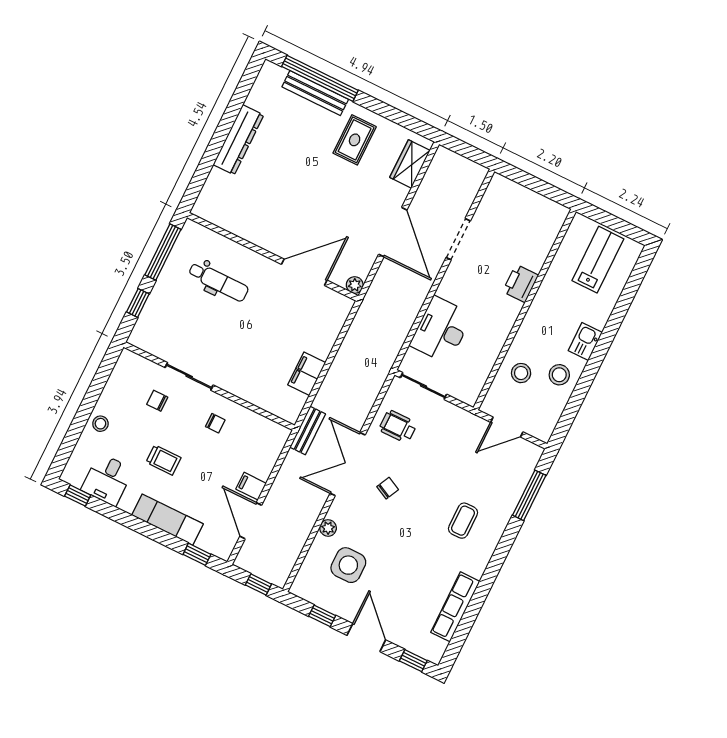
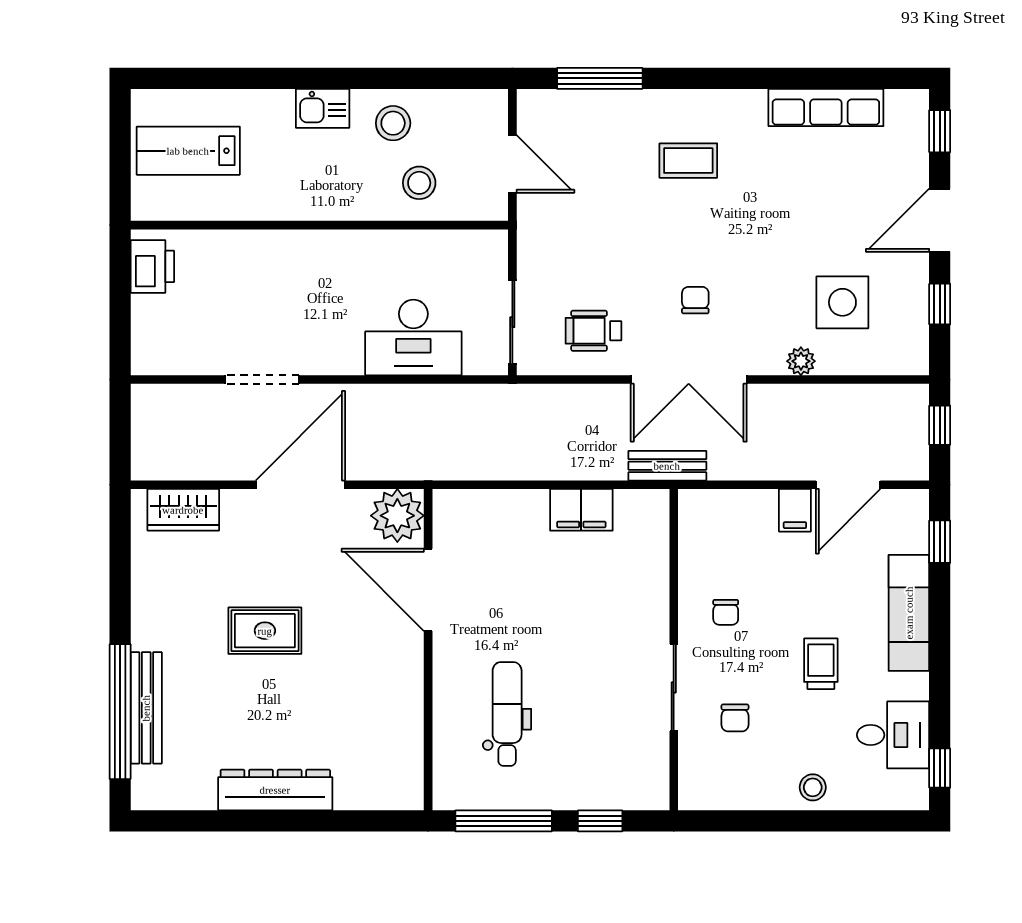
rug: (355, 140) -> (265, 631), moved
printer: (520, 283) -> (152, 266), moved, turned -90
plant: (355, 285) -> (397, 516), width x1.88, depth x1.88
chair: (215, 423) -> (726, 612), turned 180
wheelchair: (398, 427) -> (593, 331), turned 90
chair: (388, 488) -> (695, 300), turned 63

